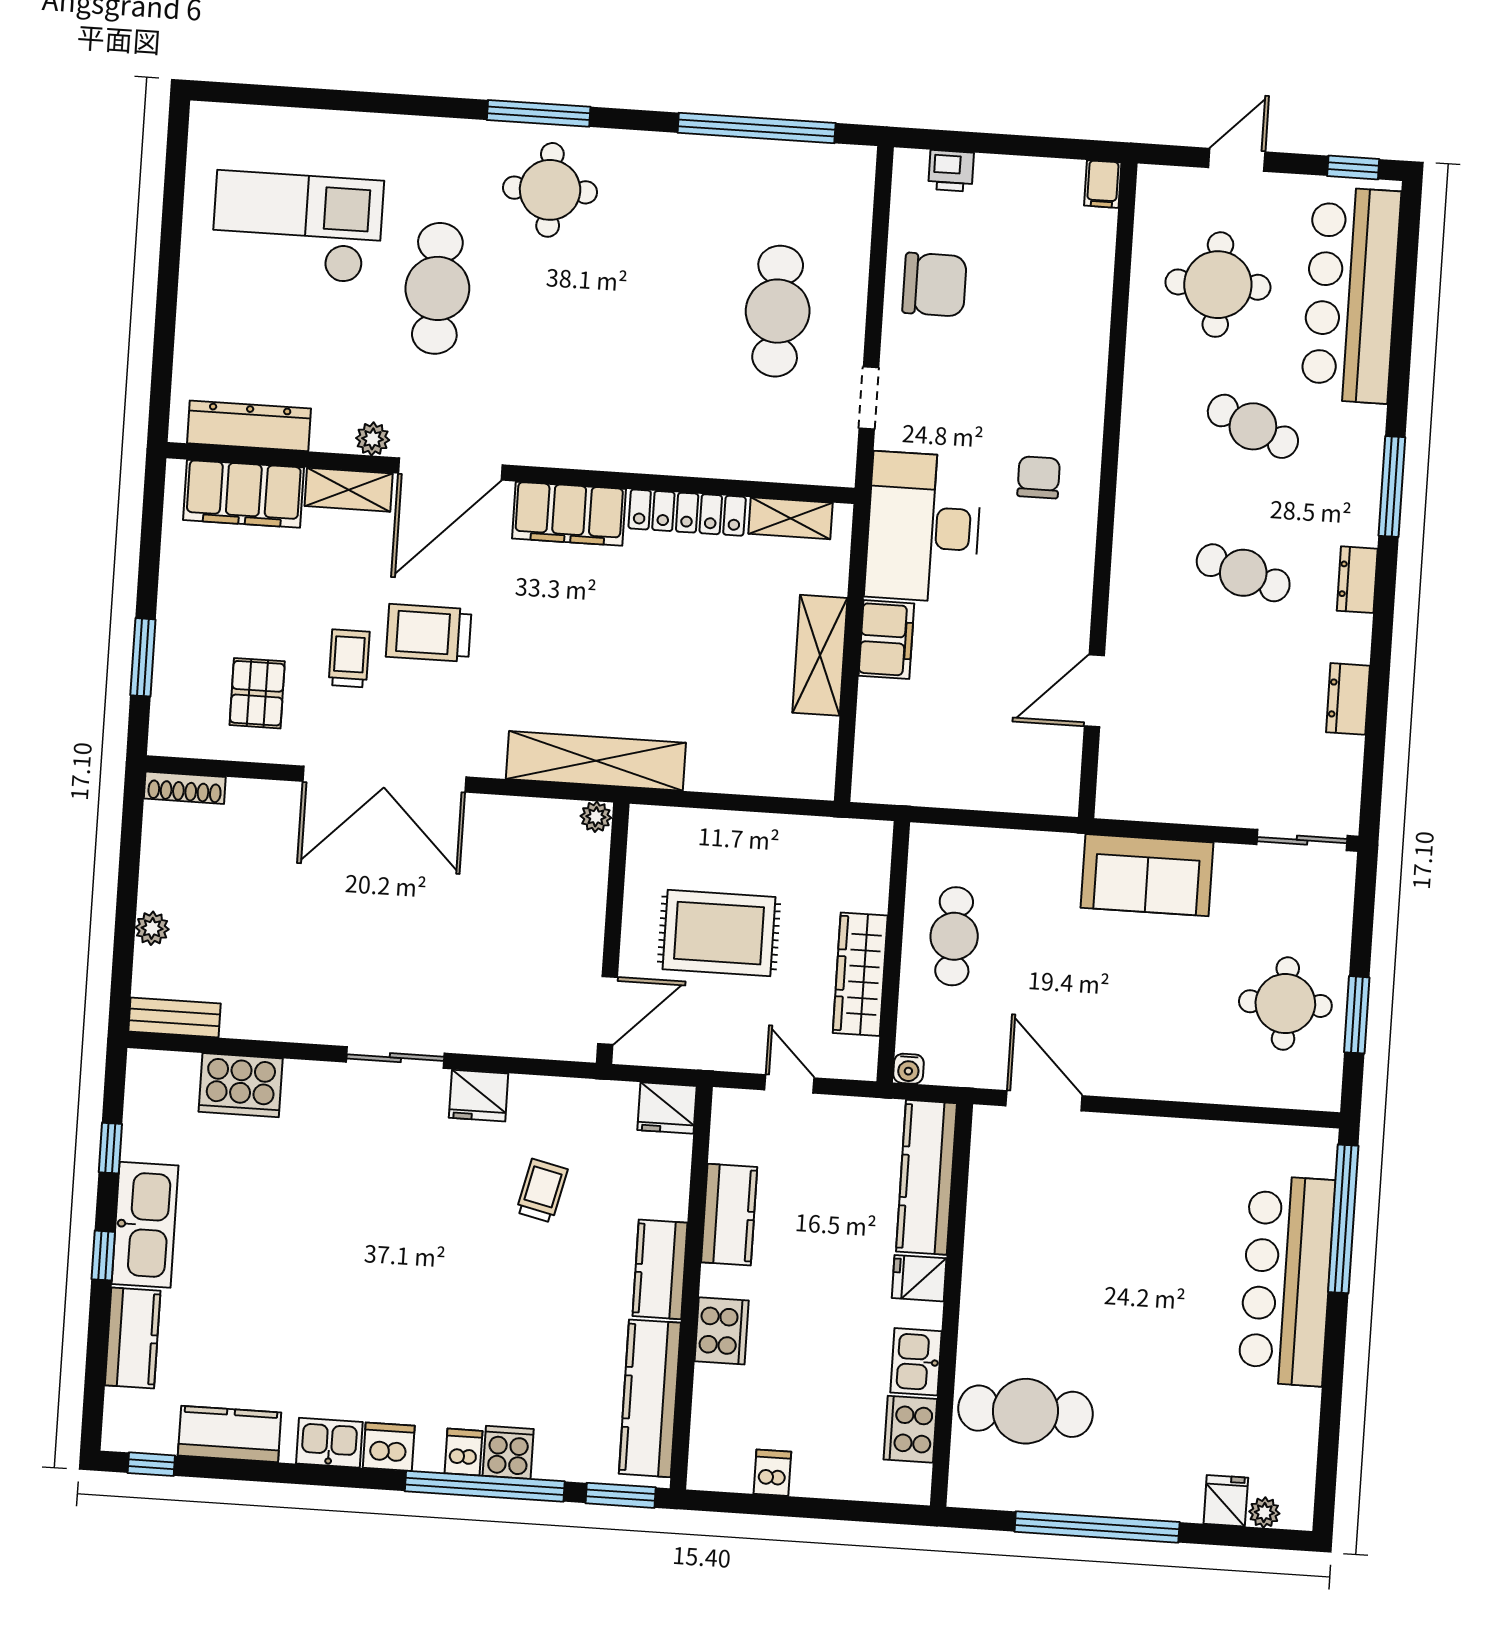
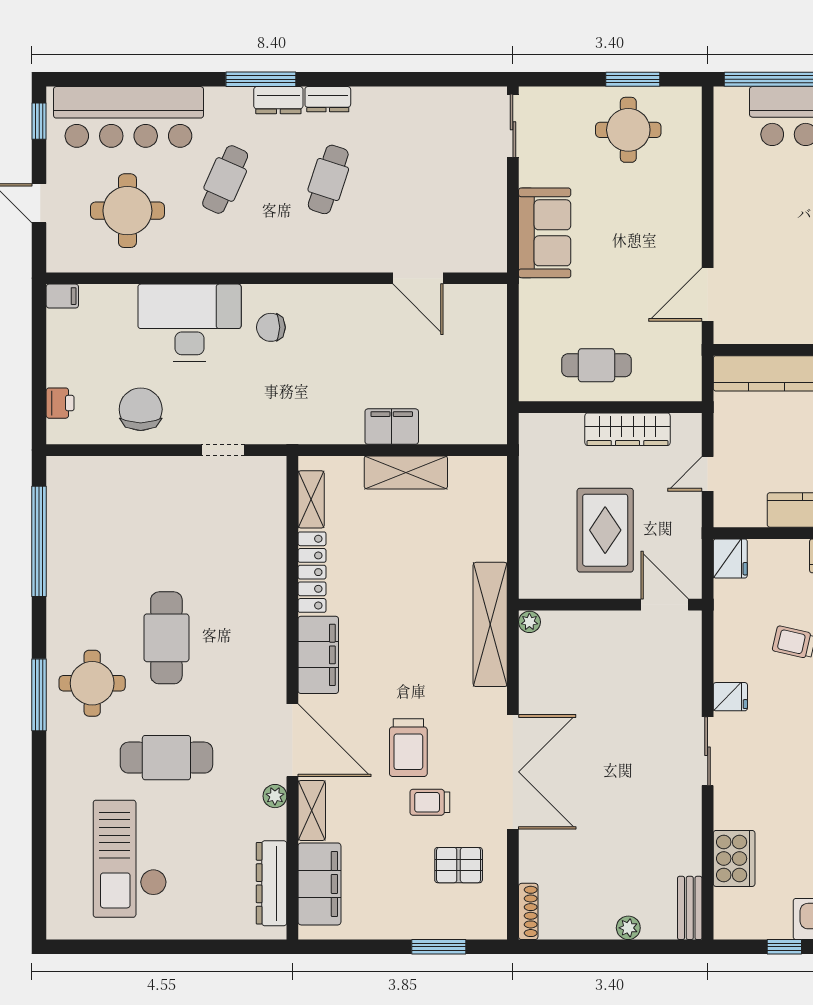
cafe table: (778, 311) -> (166, 638), moved, turned 90
desk: (923, 527) -> (190, 323), moved, turned 180
dresser: (1348, 699) -> (278, 100), moved
water cooler: (909, 1069) -> (691, 391), removed
fridge: (479, 1096) -> (730, 697), width x0.72

